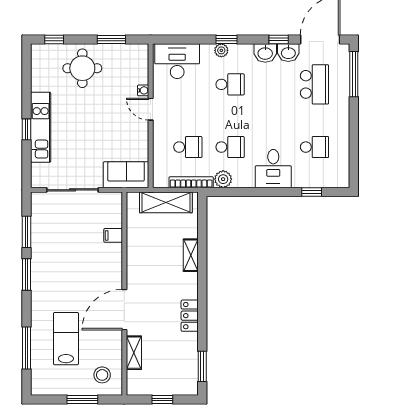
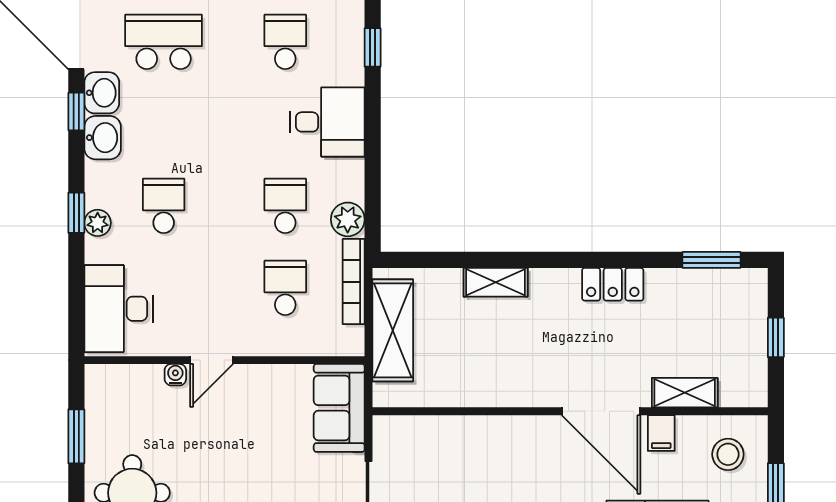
filing cabinet: (113, 235) -> (661, 433), moved

